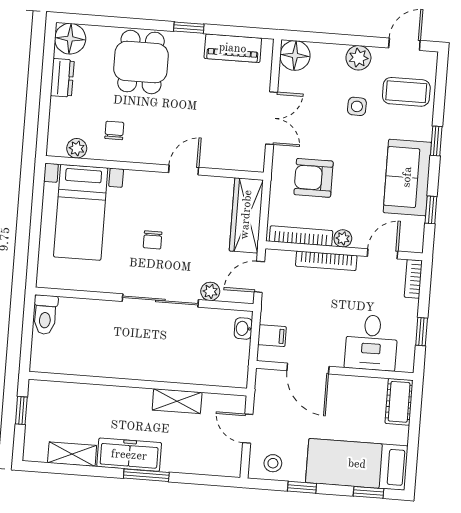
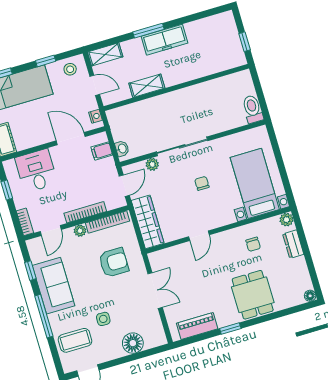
floor lamp: (70, 39) -> (310, 296), width x0.53, depth x0.53
floor lamp: (295, 56) -> (133, 343), moved
plant: (358, 58) -> (114, 351), removed
dresser: (62, 78) -> (293, 244), moved
double door: (272, 118) -> (155, 291), swing flipped
window: (436, 141) -> (44, 316), width x2.17
plant: (77, 148) -> (286, 220), moved
nightstand: (263, 386) -> (96, 116), added
shelving: (72, 454) -> (105, 54), moved

